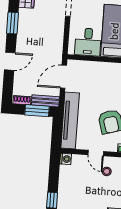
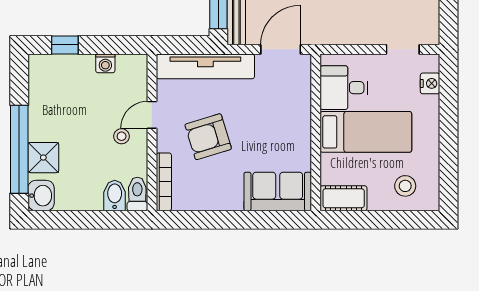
door: (63, 77) -> (281, 49), hinge flipped
washing machine: (66, 159) -> (105, 63), moved

